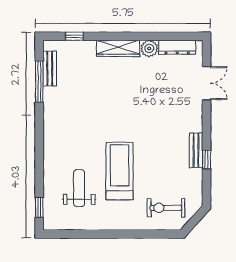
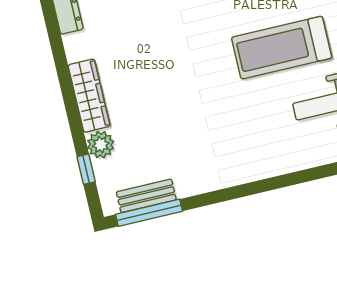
plant: (149, 48) -> (101, 145), moved
window: (39, 82) -> (149, 213), moved

